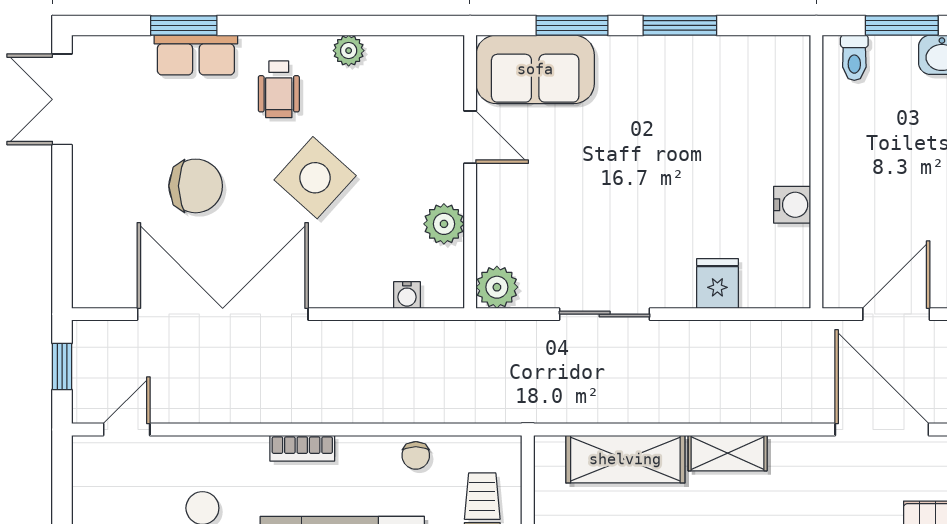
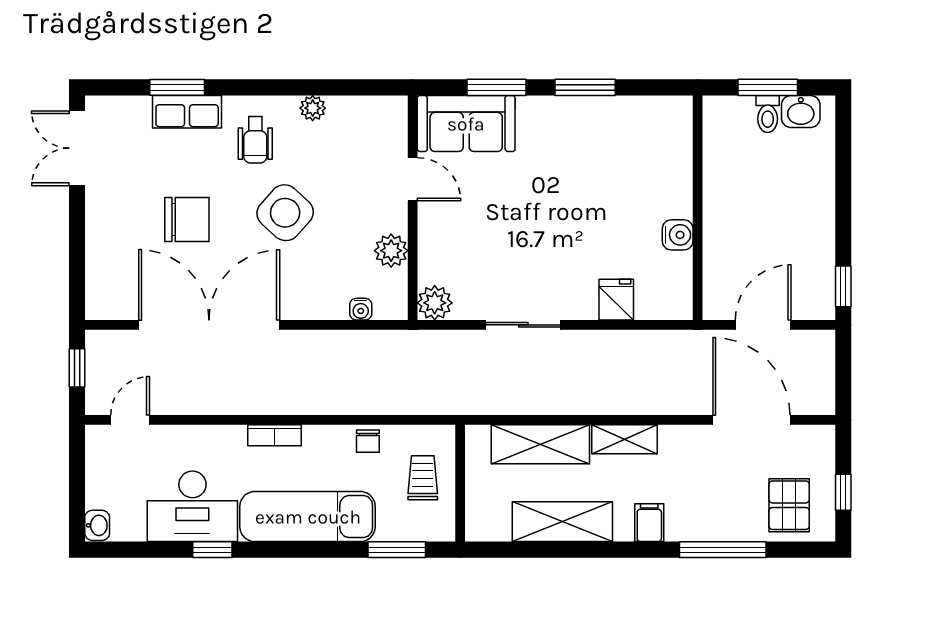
toilet: (854, 58) -> (768, 114), moved

